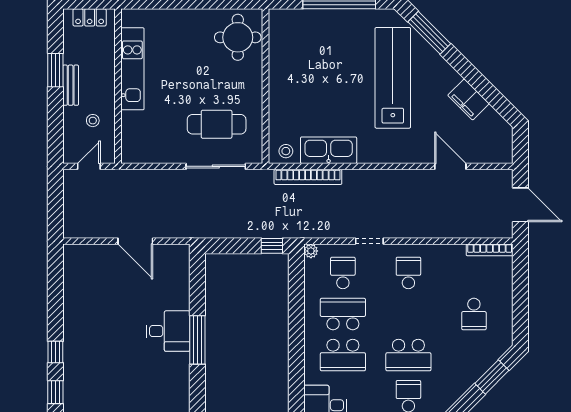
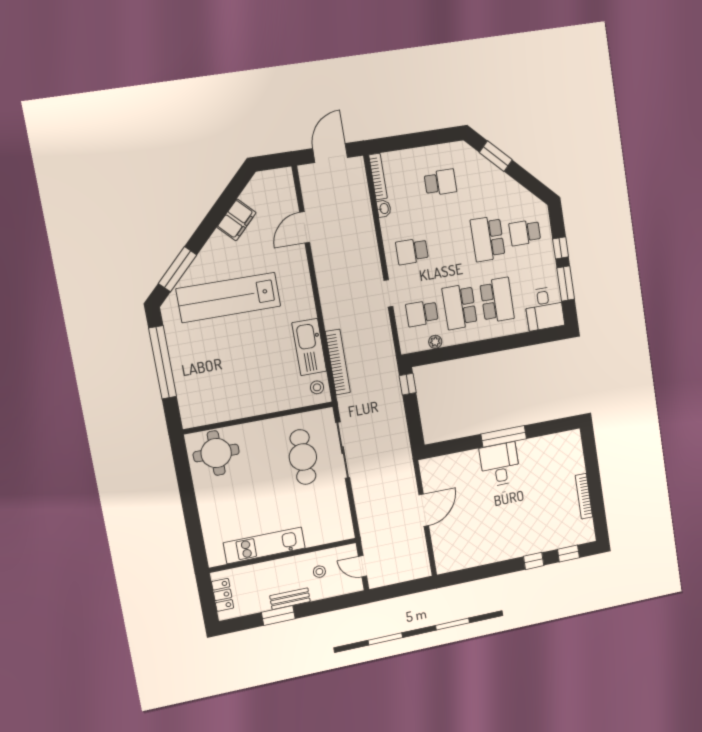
plant: (311, 251) -> (435, 342), moved
washbasin: (456, 251) -> (384, 209), added
school desk: (408, 355) -> (488, 239), turned 180

